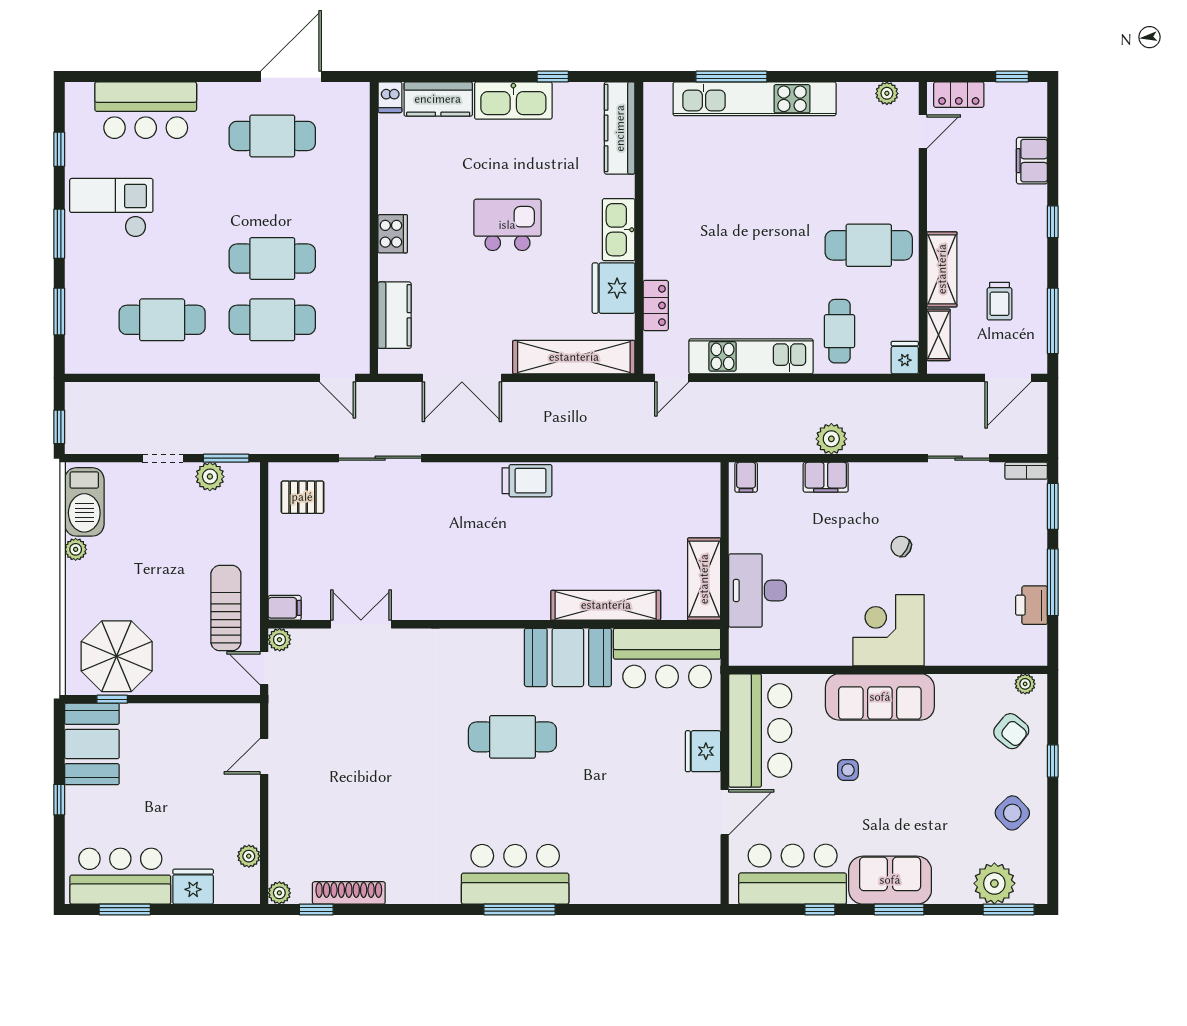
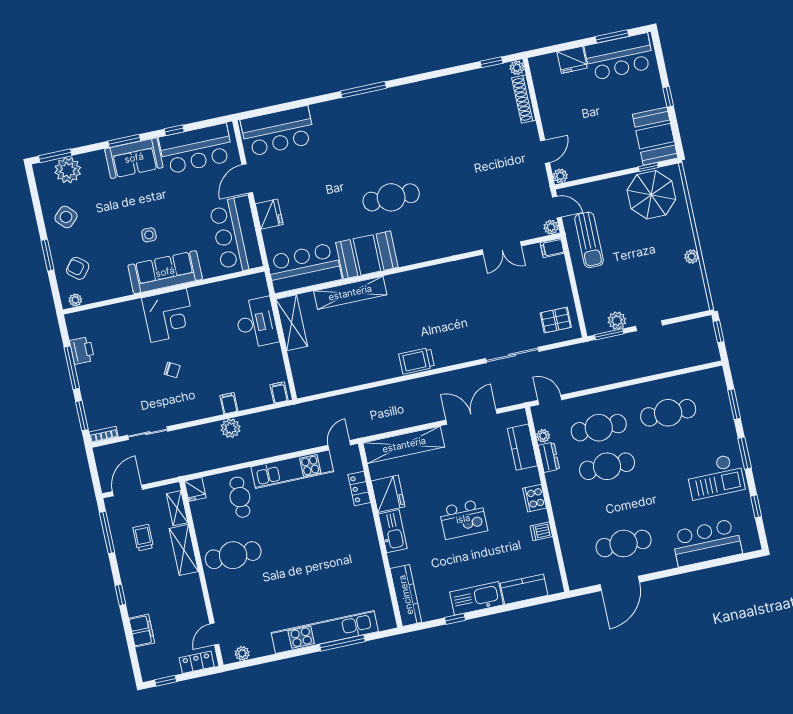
dishwasher: (390, 97) -> (541, 531), moved, turned -90
dresser: (358, 291) -> (549, 457), added
plant: (359, 326) -> (543, 436), added
filing cabinet: (826, 477) -> (229, 403), width x0.50
barbecue: (84, 502) -> (693, 288), removed
window: (1053, 761) -> (48, 255), width x1.50
side table: (848, 770) -> (149, 235), moved
plant: (249, 856) -> (560, 176), moved
bar counter: (515, 874) -> (278, 131), moved
shoe rack: (349, 893) -> (524, 99), moved, turned 90

